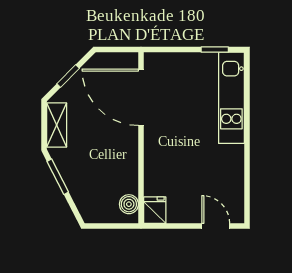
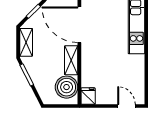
shelving: (128, 153) -> (71, 60), added
boiler: (129, 204) -> (67, 87), width x1.86, depth x1.86

